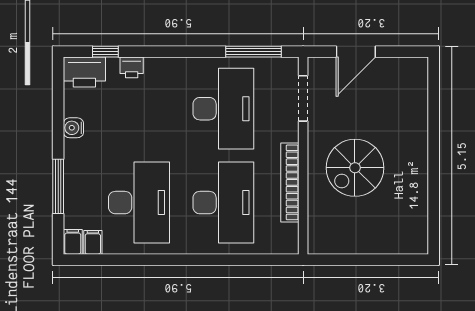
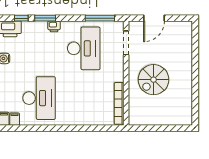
window: (150, 52) -> (45, 18), added
printer: (132, 67) -> (54, 26), moved
bookcase: (290, 182) -> (119, 103), moved
desk: (223, 203) -> (84, 98), removed

